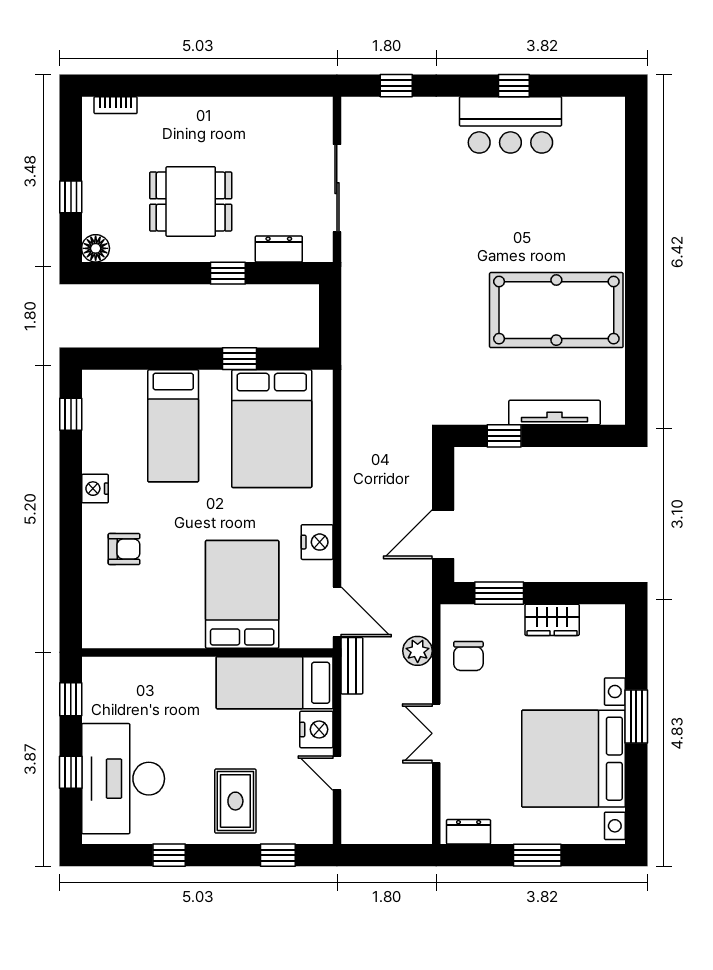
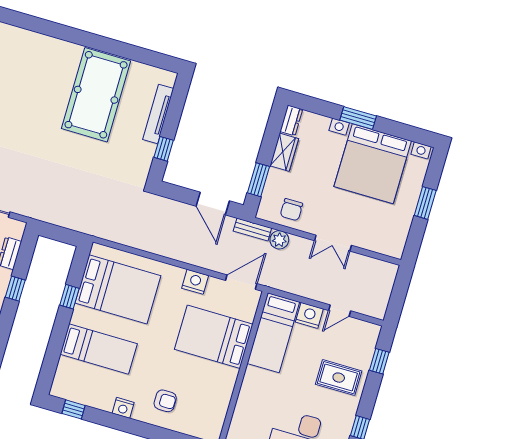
armchair: (124, 549) -> (165, 401), turned 90
chair: (468, 656) -> (291, 210), turned 90
bench: (352, 666) -> (252, 230), moved
dresser: (469, 832) -> (291, 120), moved, turned 180

